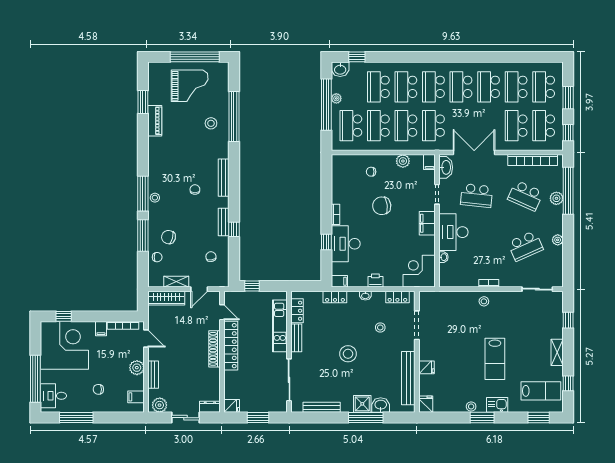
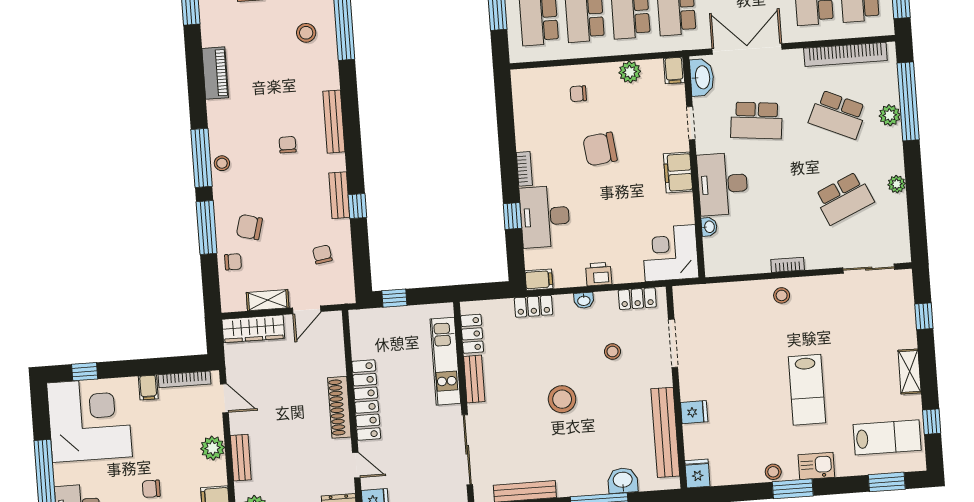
piano: (155, 121) -> (215, 73), moved
door: (222, 312) -> (356, 465), moved
shower: (362, 404) -> (592, 481), removed

